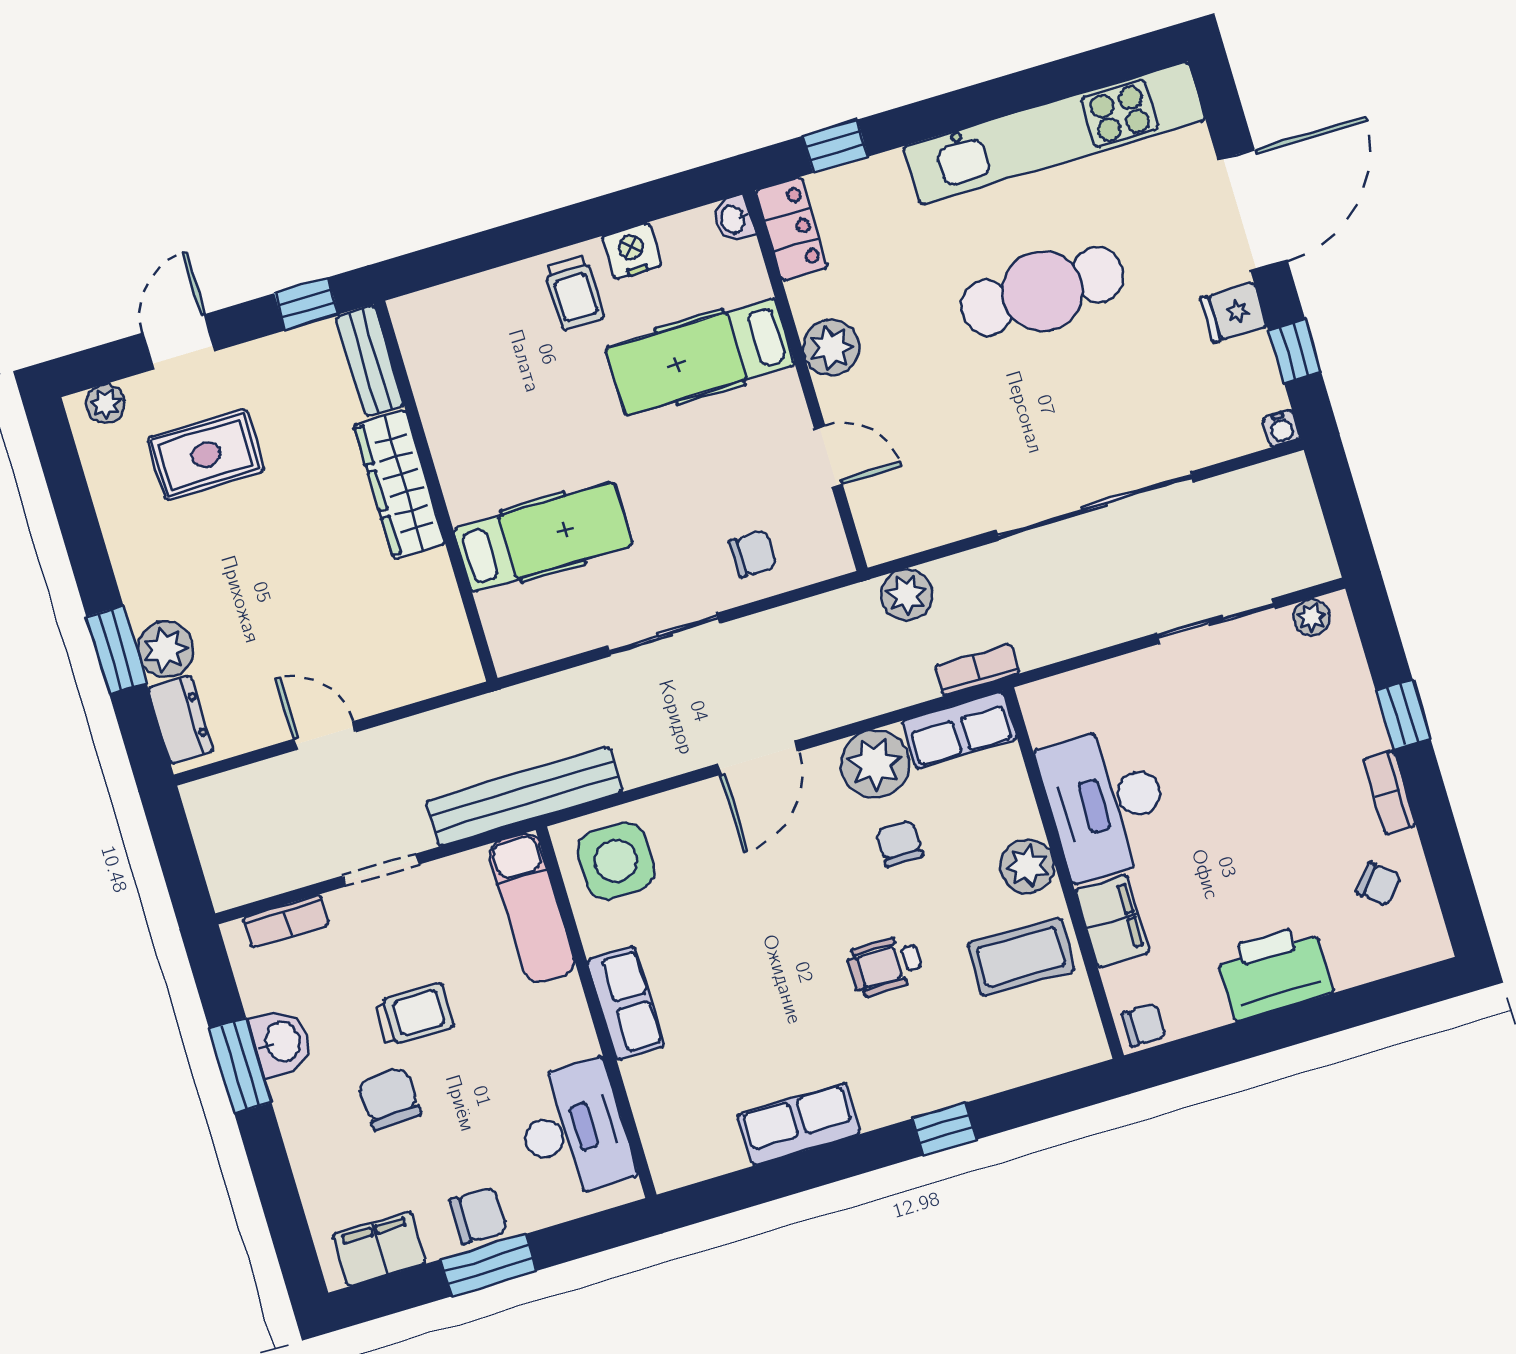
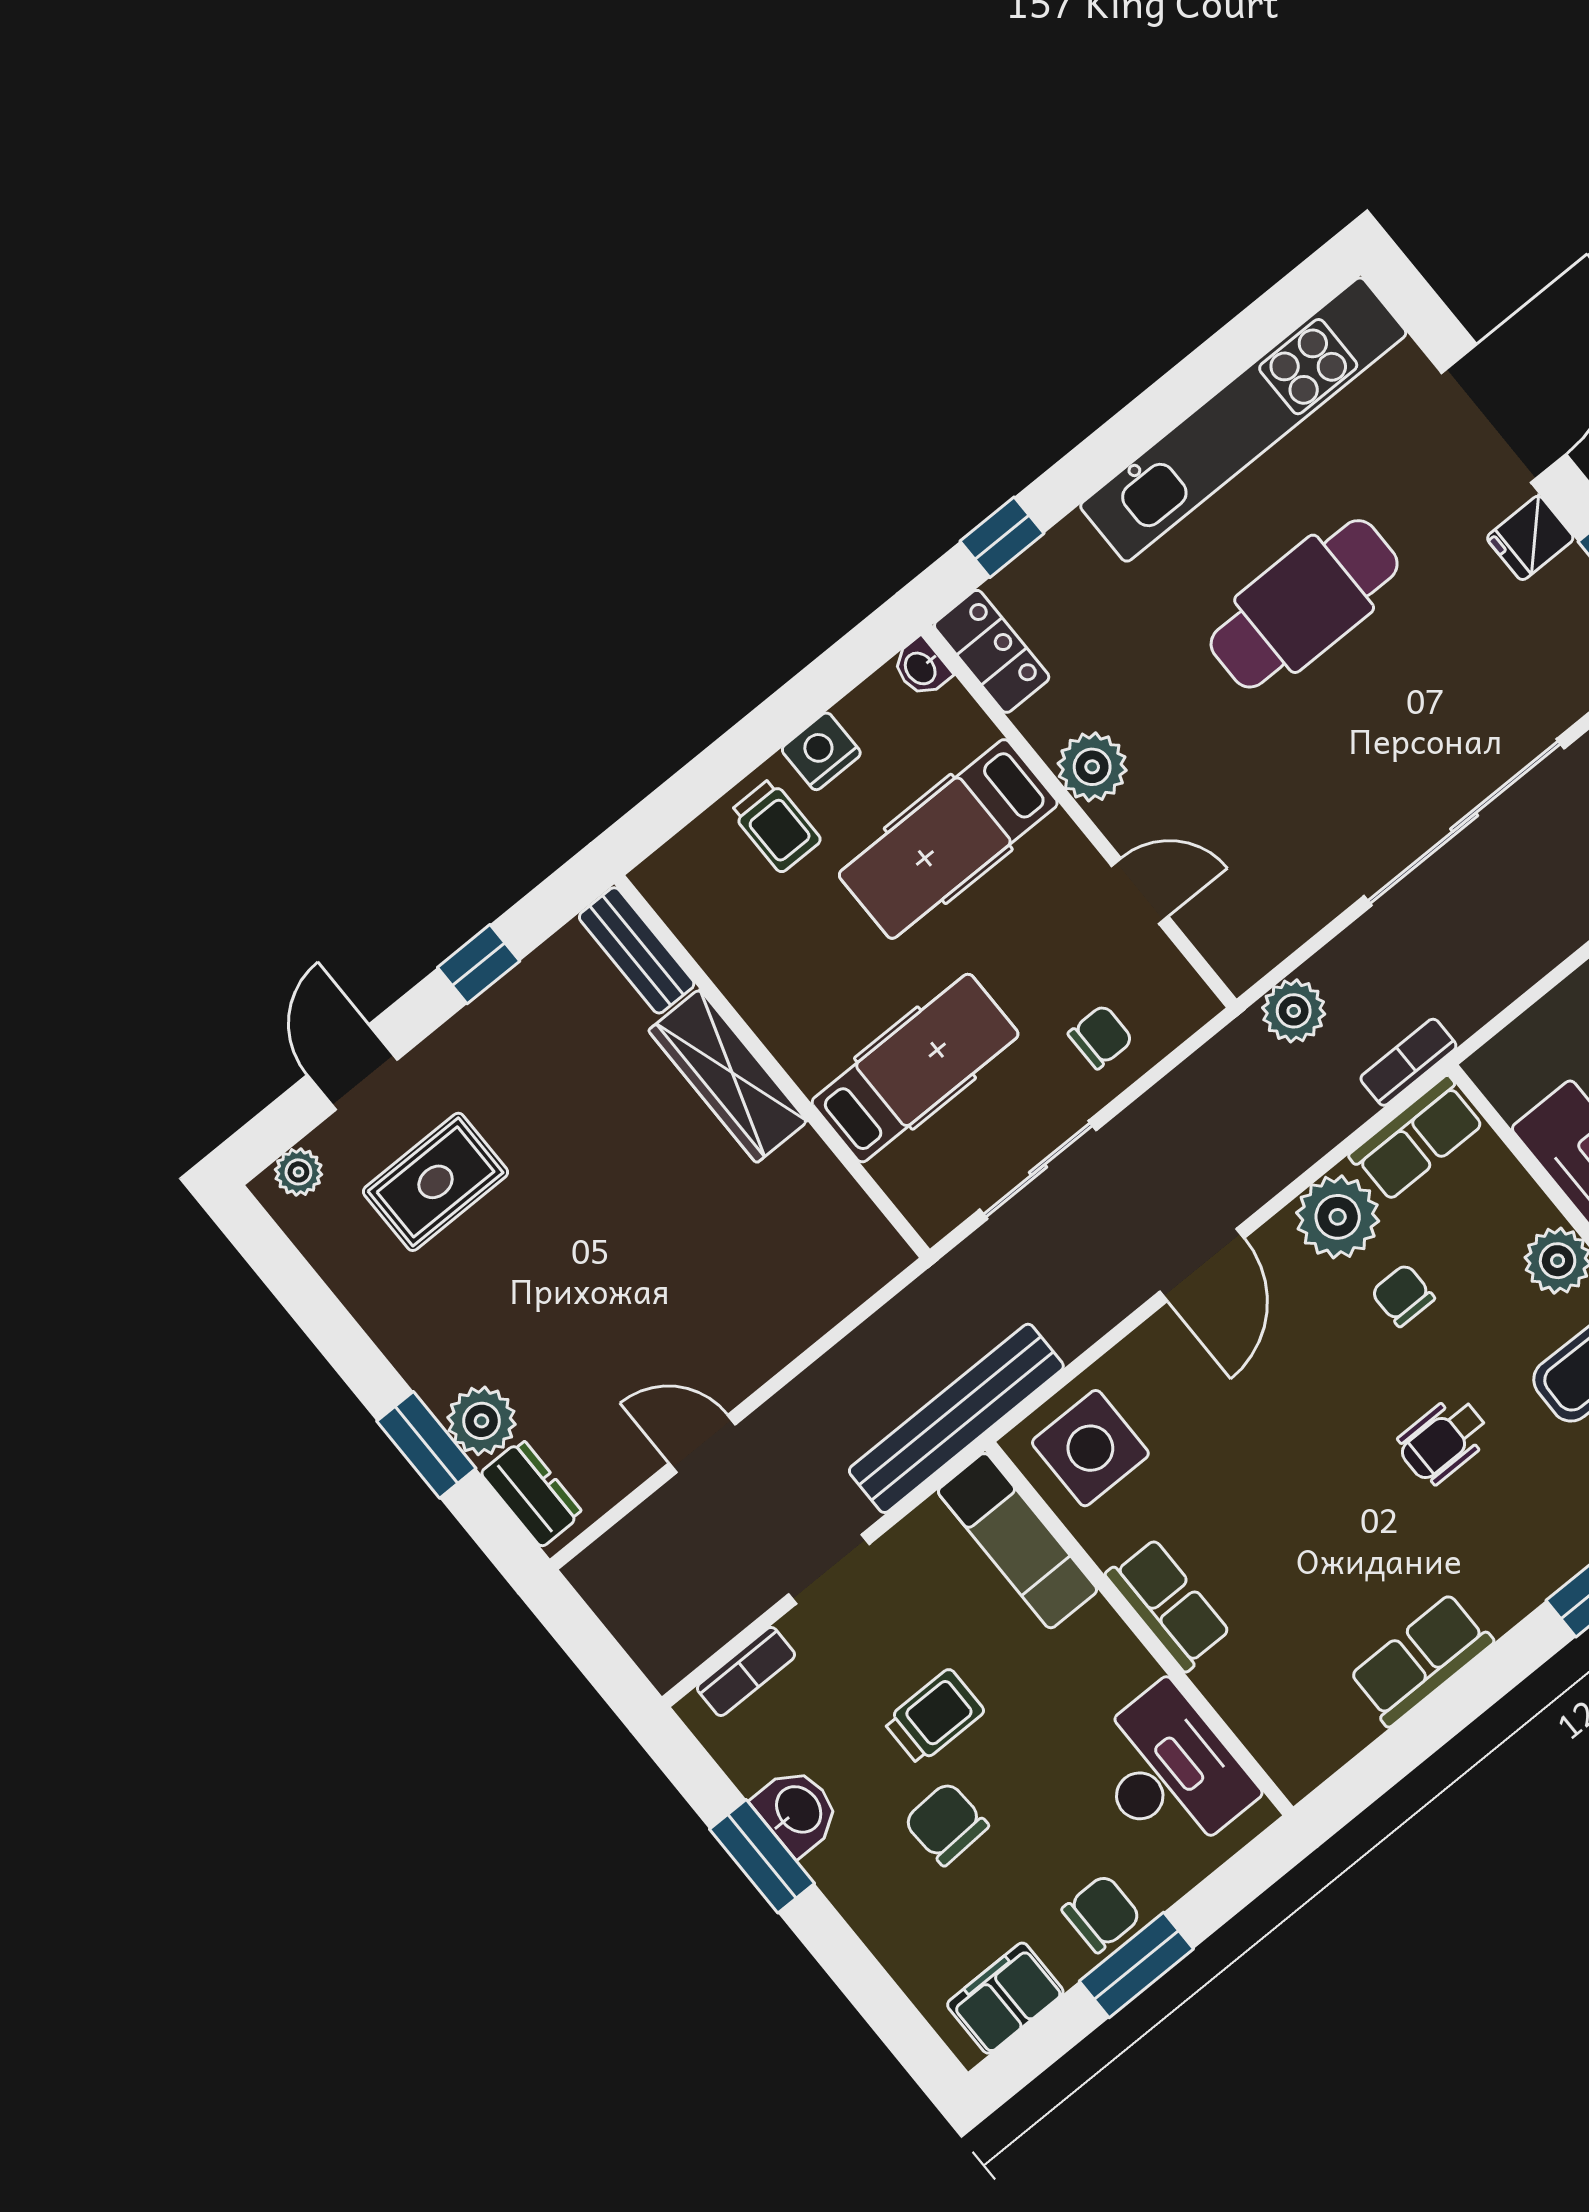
bench: (370, 361) -> (637, 950), moved
wardrobe: (399, 484) -> (728, 1076), moved
wall: (436, 491) -> (772, 1066), moved
hospital bed: (543, 537) -> (915, 1068), moved

